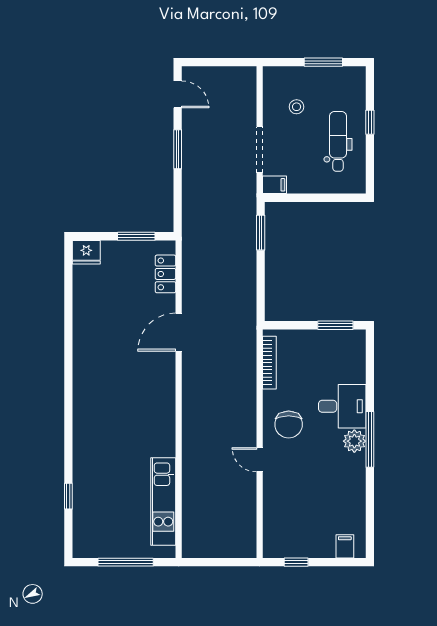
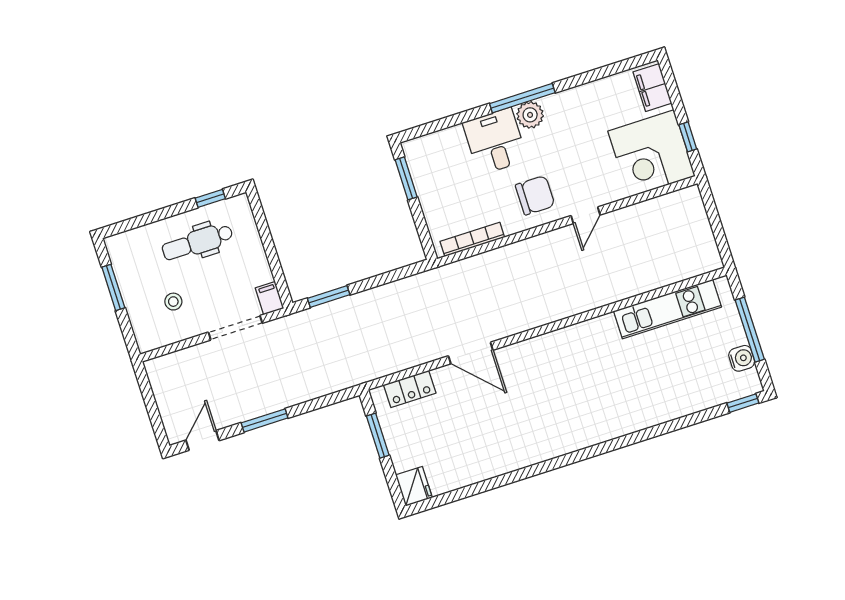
window: (370, 122) -> (210, 198), moved
window: (68, 496) -> (743, 403), moved
corner desk: (292, 529) -> (651, 154), added
filing cabinet: (345, 546) -> (652, 88), width x2.00
water cooler: (105, 548) -> (742, 358), added

